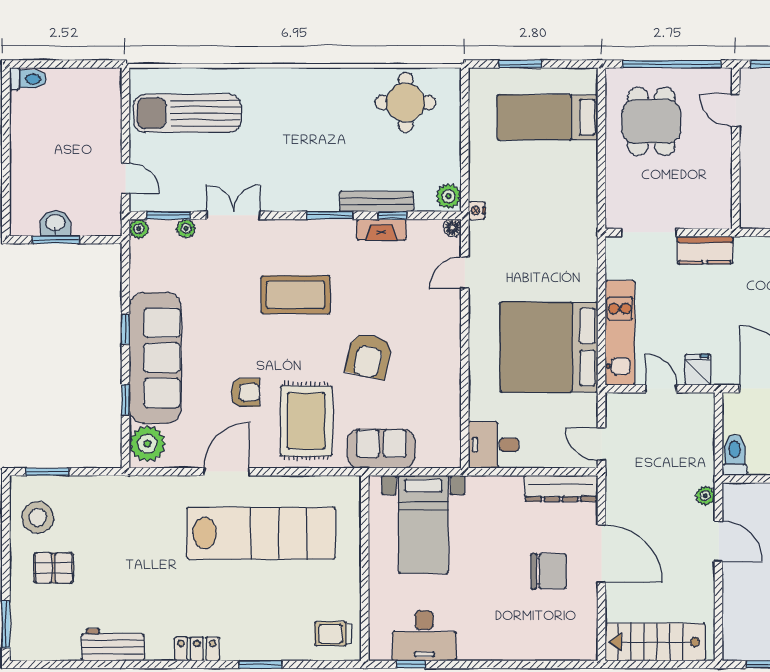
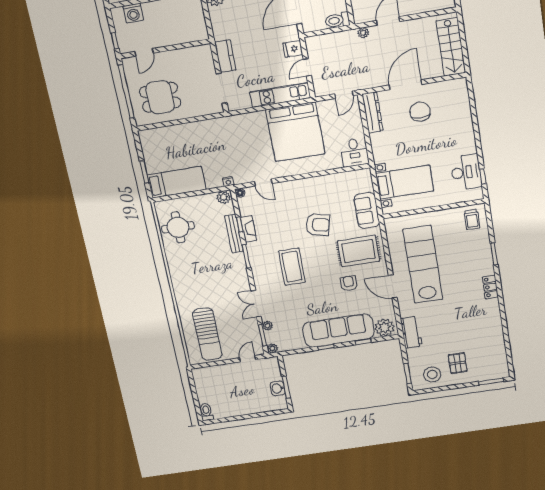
bed: (548, 117) -> (177, 182), moved, turned -90
workbench: (113, 645) -> (411, 332), moved, turned 180

